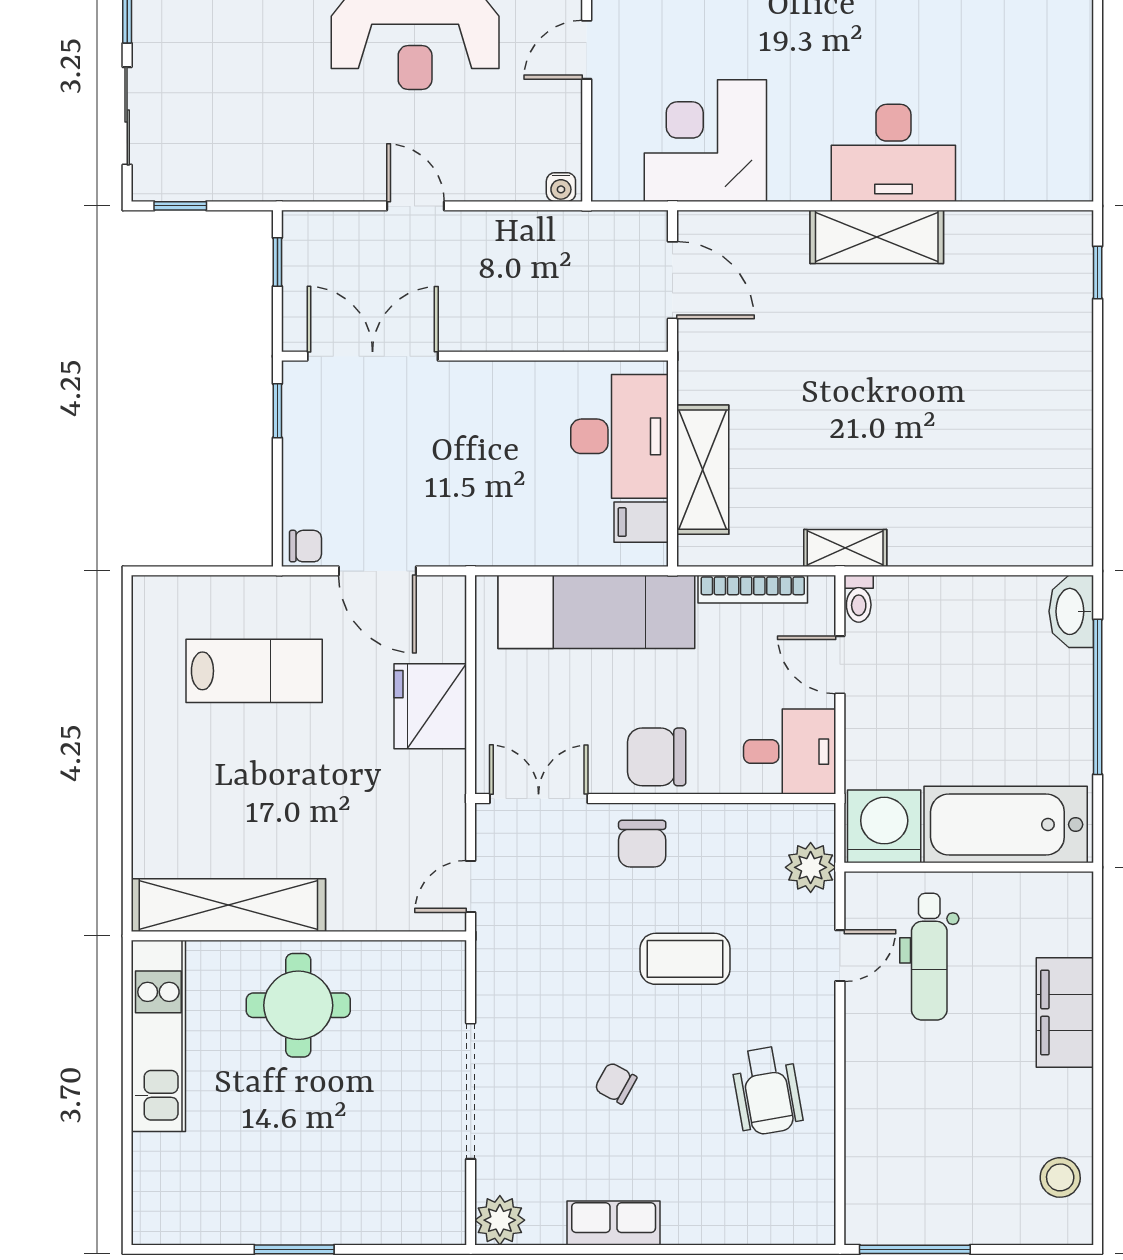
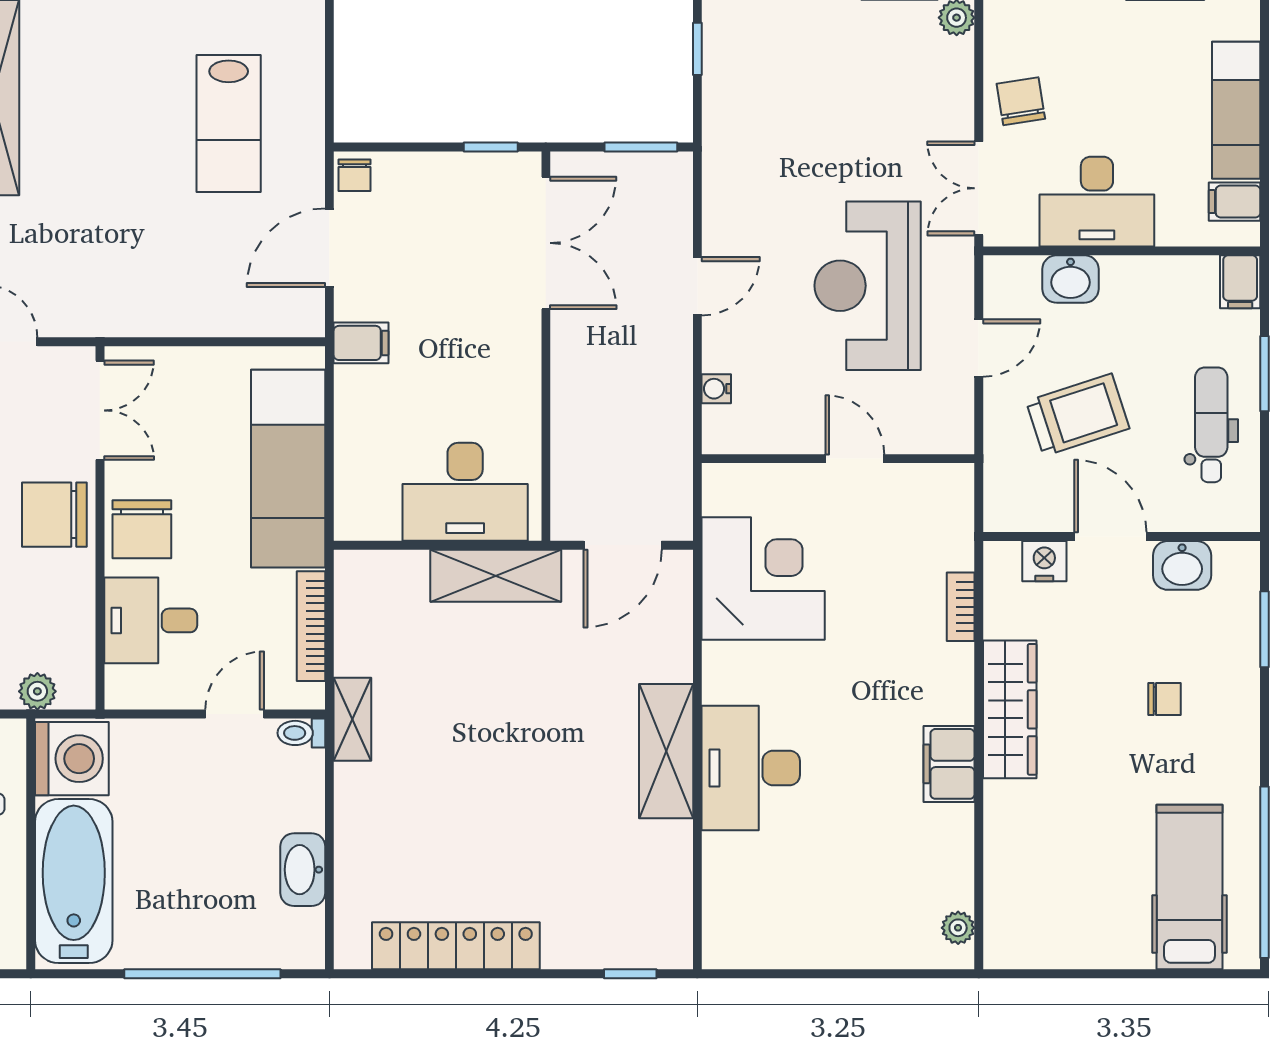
water cooler: (561, 187) -> (716, 389), moved
window: (277, 262) -> (641, 147), width x1.50
locker: (1070, 445) -> (456, 946), added
shelving: (703, 470) -> (496, 576), moved
filing cabinet: (641, 522) -> (361, 343), moved, turned 90
washbasin: (1071, 611) -> (303, 870), moved, turned -90
fridge: (430, 706) -> (193, 301), removed
desk: (790, 752) -> (151, 620), moved, turned 90
chair: (657, 757) -> (142, 529), turned 180
chair: (642, 844) -> (54, 515), width x1.37, depth x1.37
plant: (811, 867) -> (37, 691), width x0.73, depth x0.73

